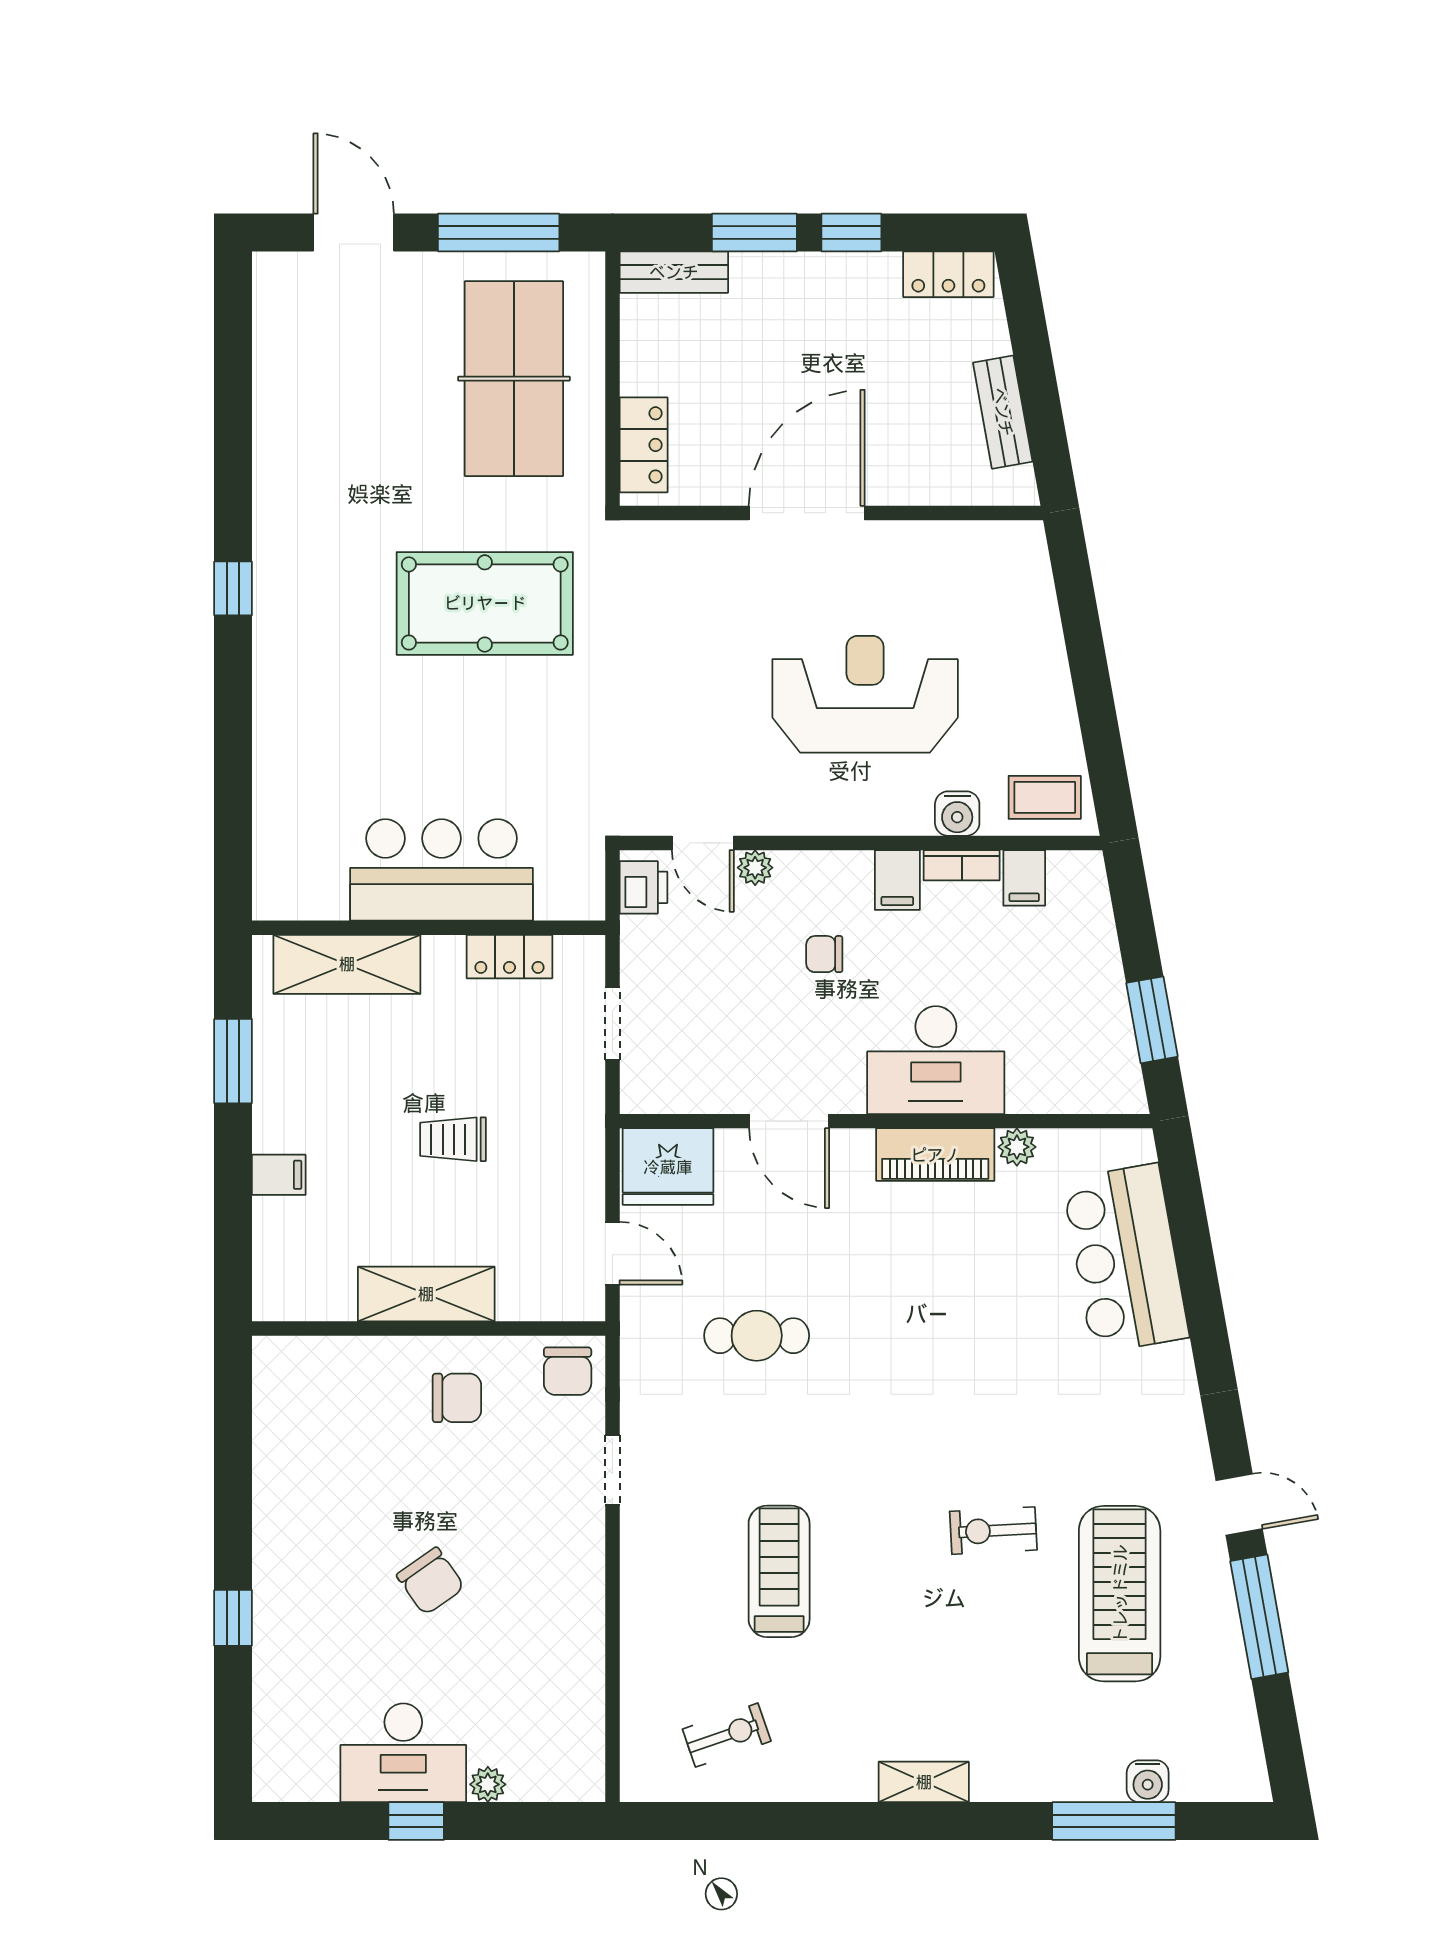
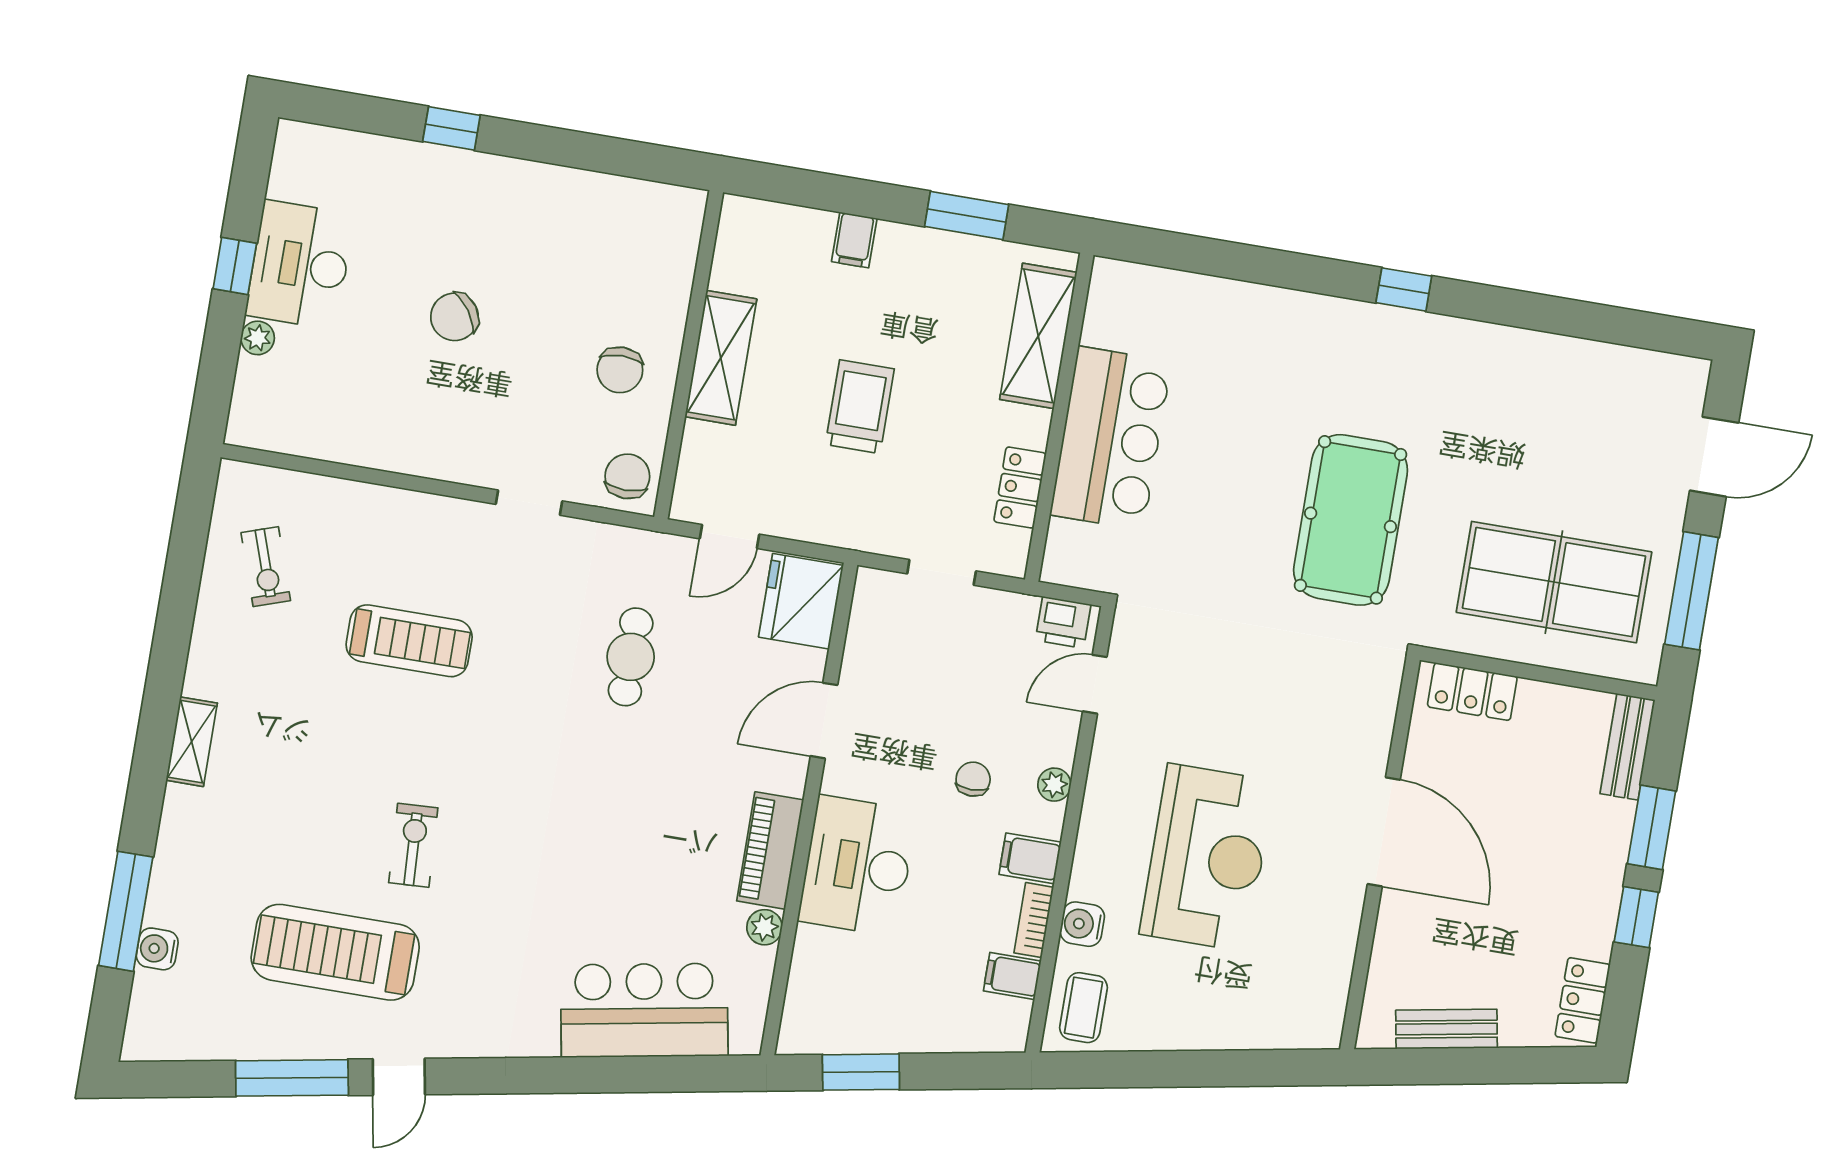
plant: (755, 868) -> (1054, 785), moved
trolley: (453, 1139) -> (860, 407), width x1.36, depth x1.39
chair: (568, 1371) -> (627, 476), turned 90
treadmill: (1120, 1594) -> (335, 952), turned 180

